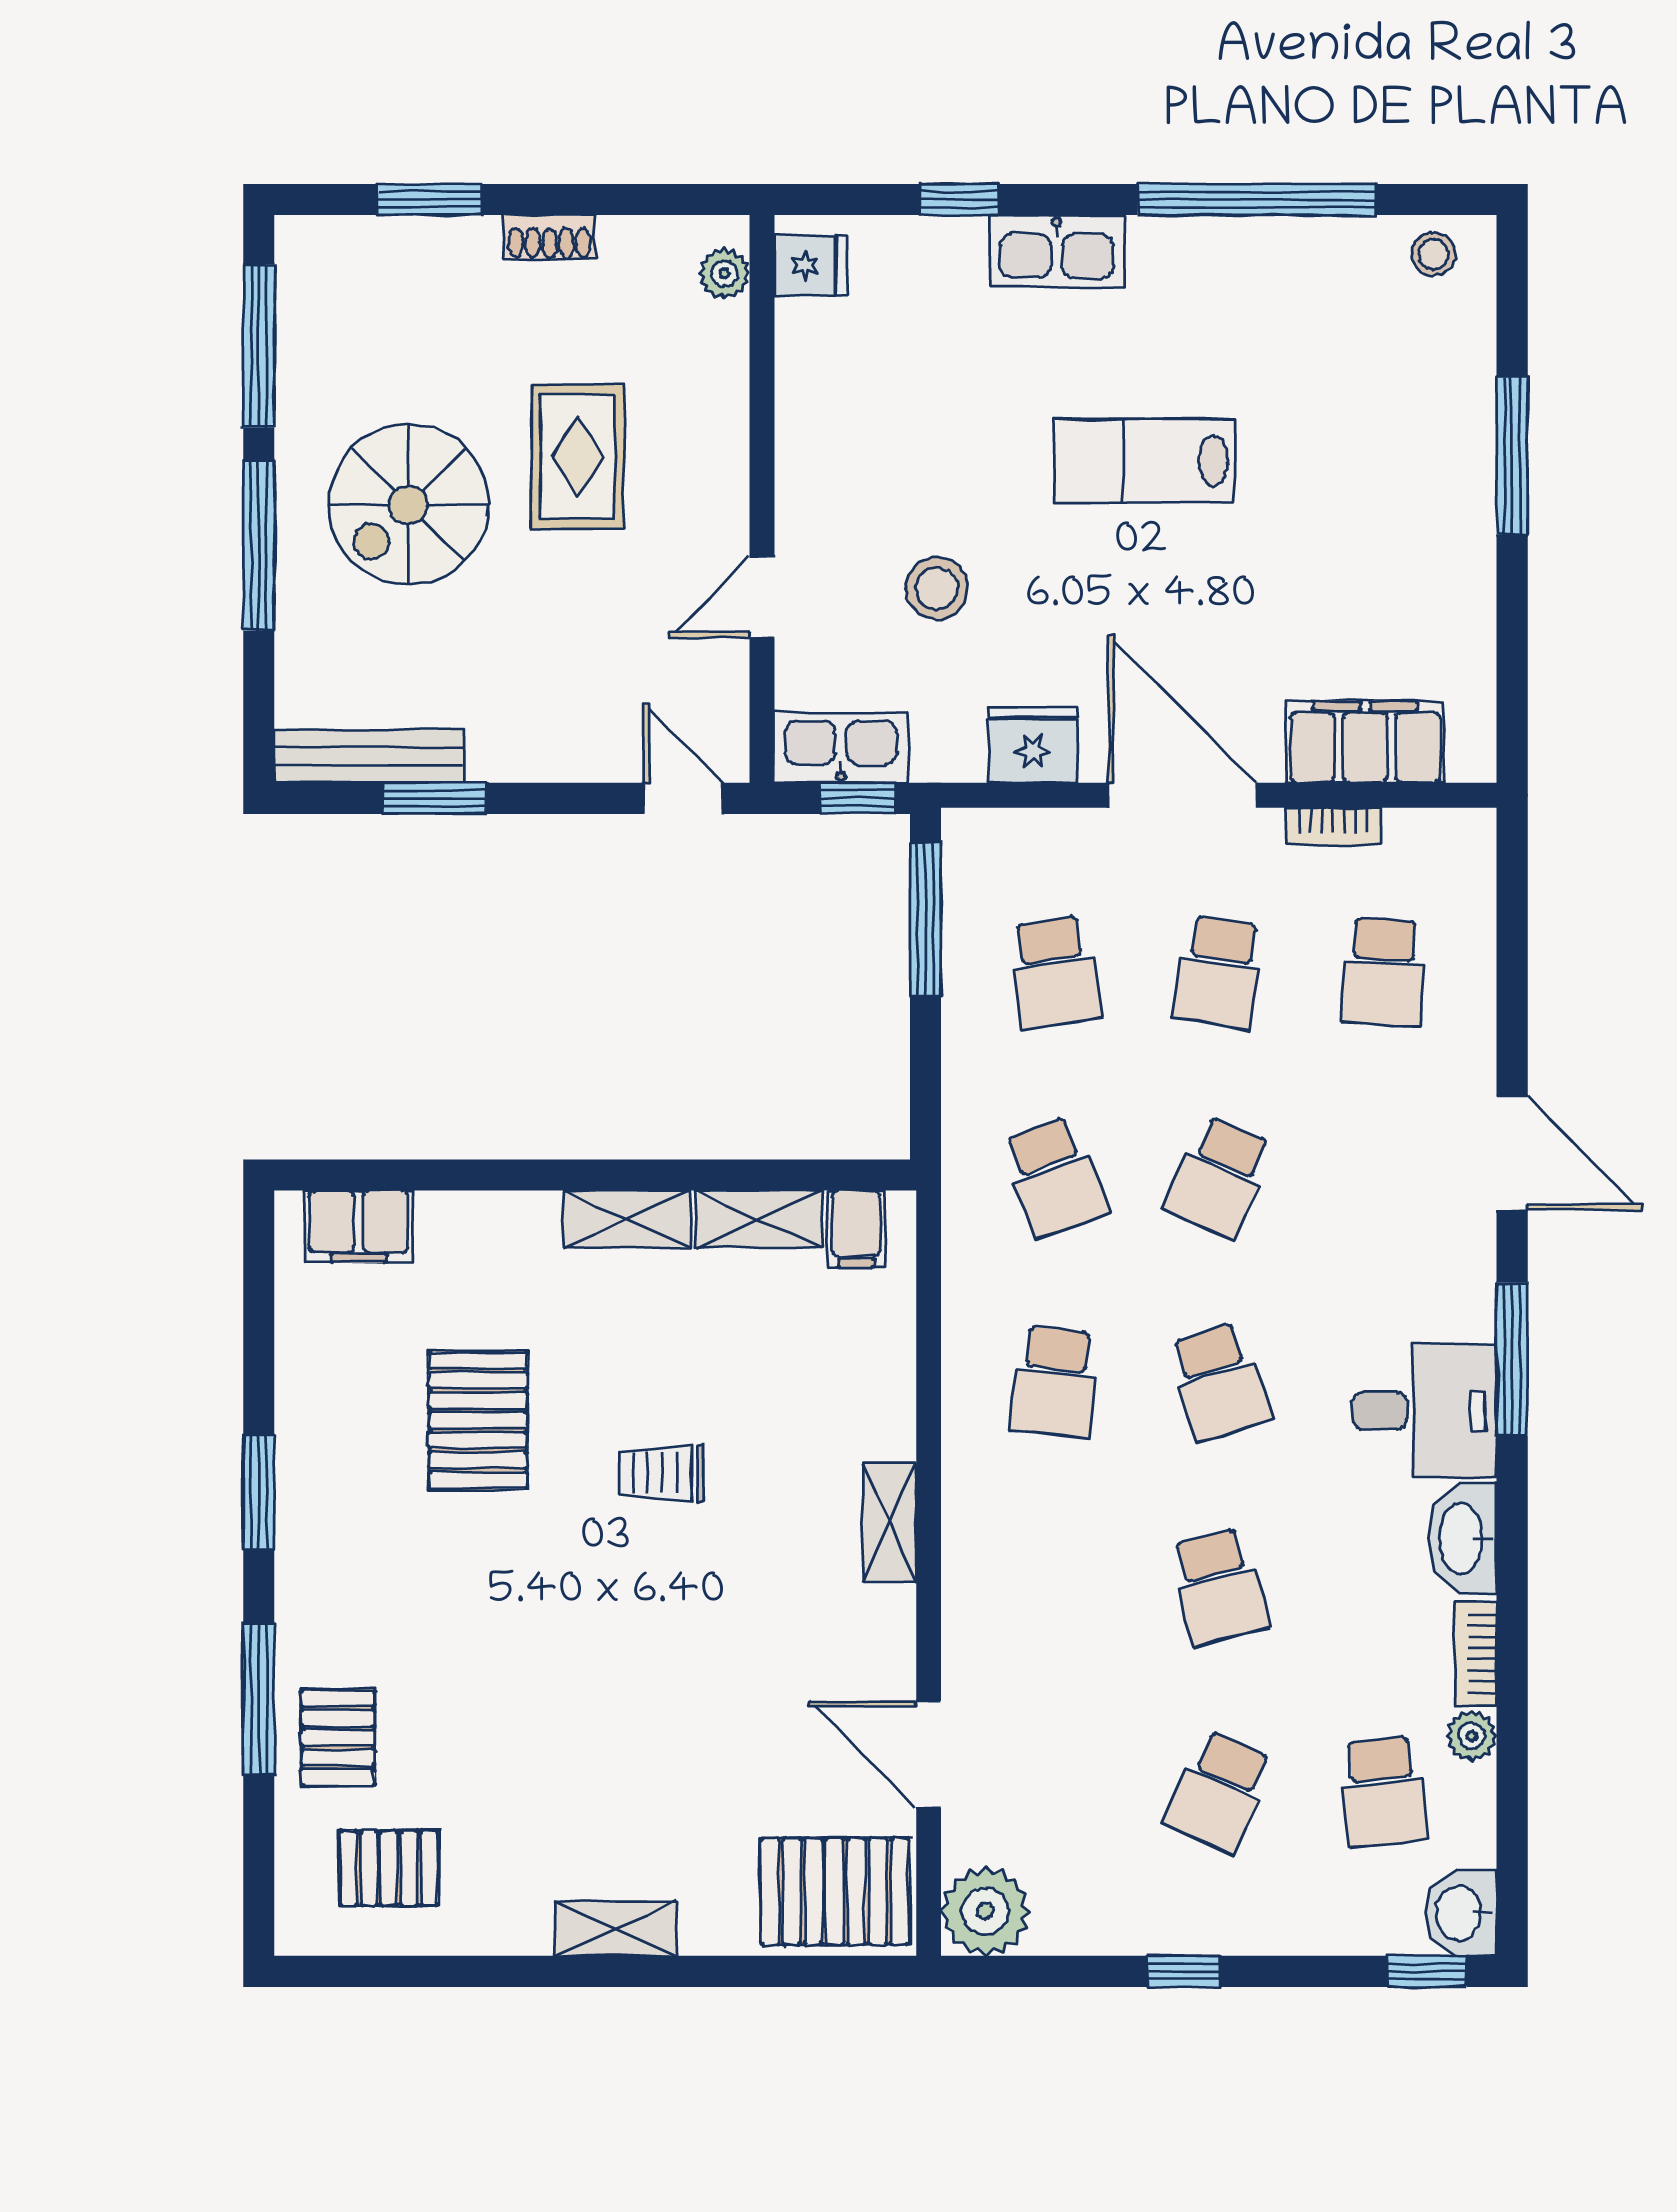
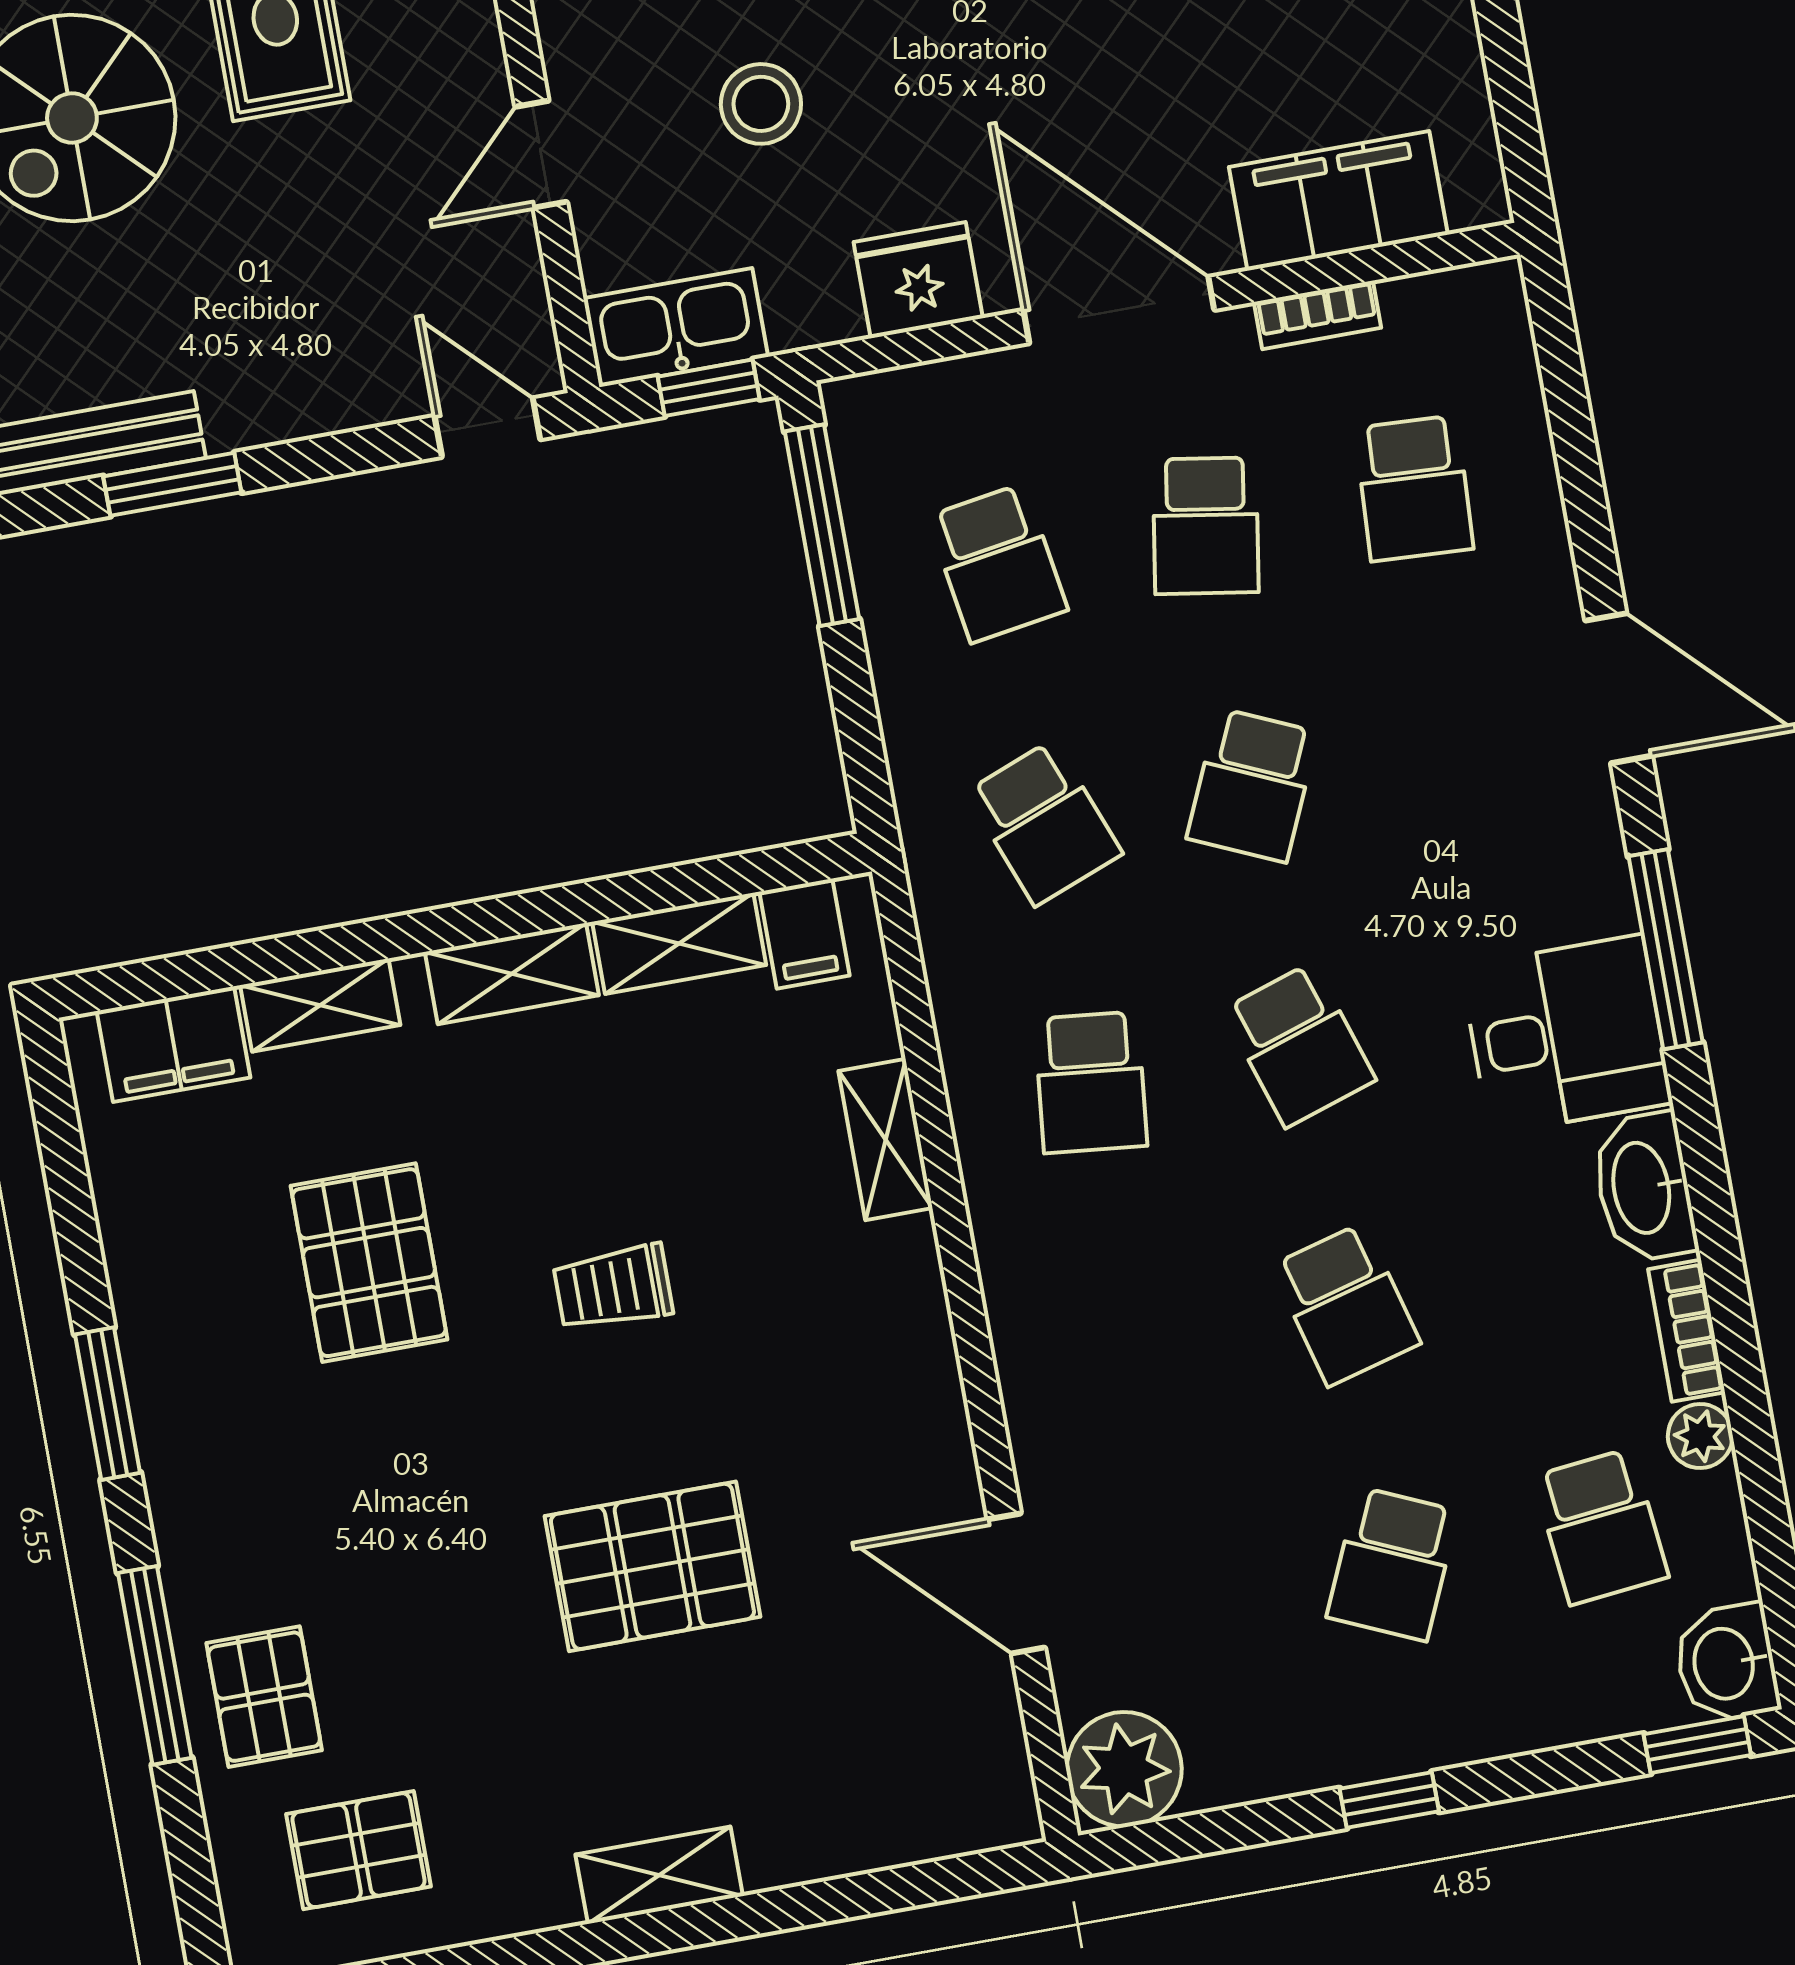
shelving: (476, 1217) -> (320, 1005), added
shelving: (890, 1522) -> (886, 1140), moved
pallet: (835, 1891) -> (652, 1566), moved

